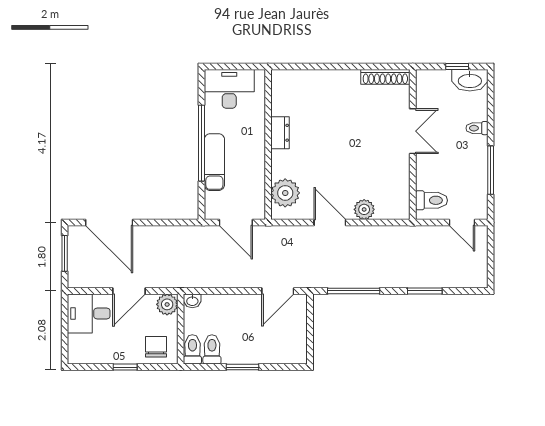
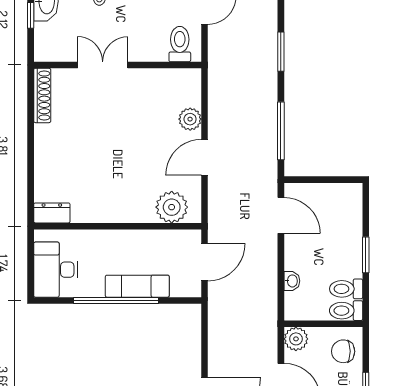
dresser: (280, 133) -> (52, 213), moved
washbasin: (192, 301) -> (292, 281), moved

